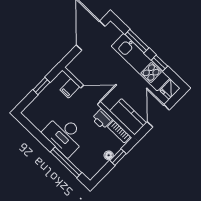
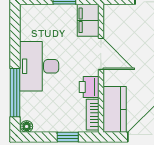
filing cabinet: (70, 88) -> (88, 20), width x2.00
floor lamp: (109, 155) -> (27, 127), moved

